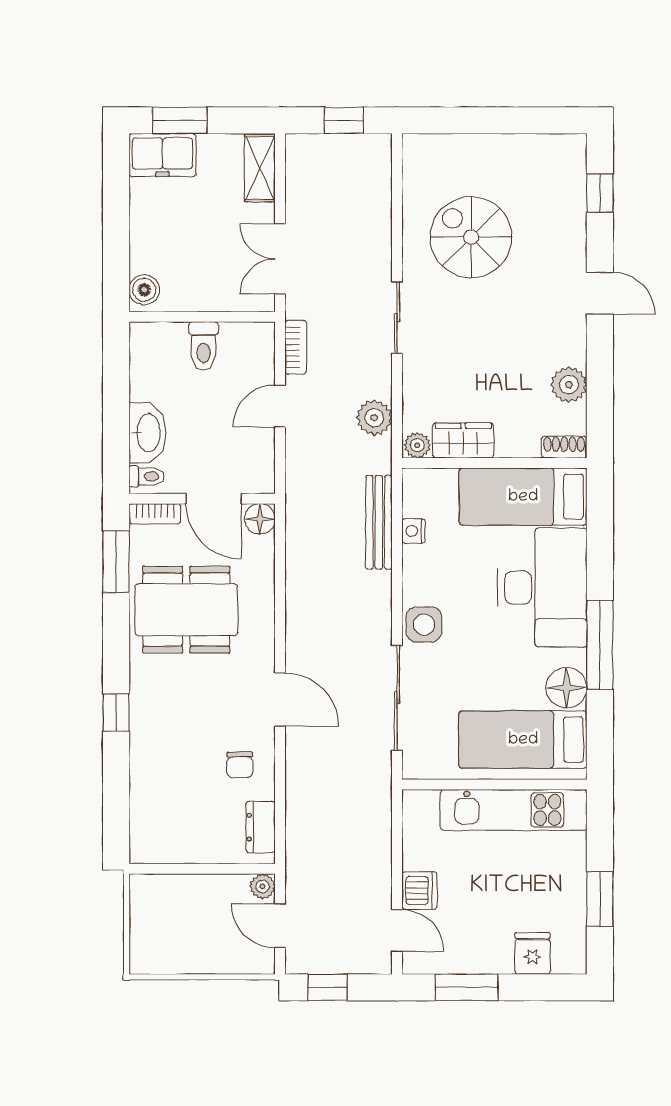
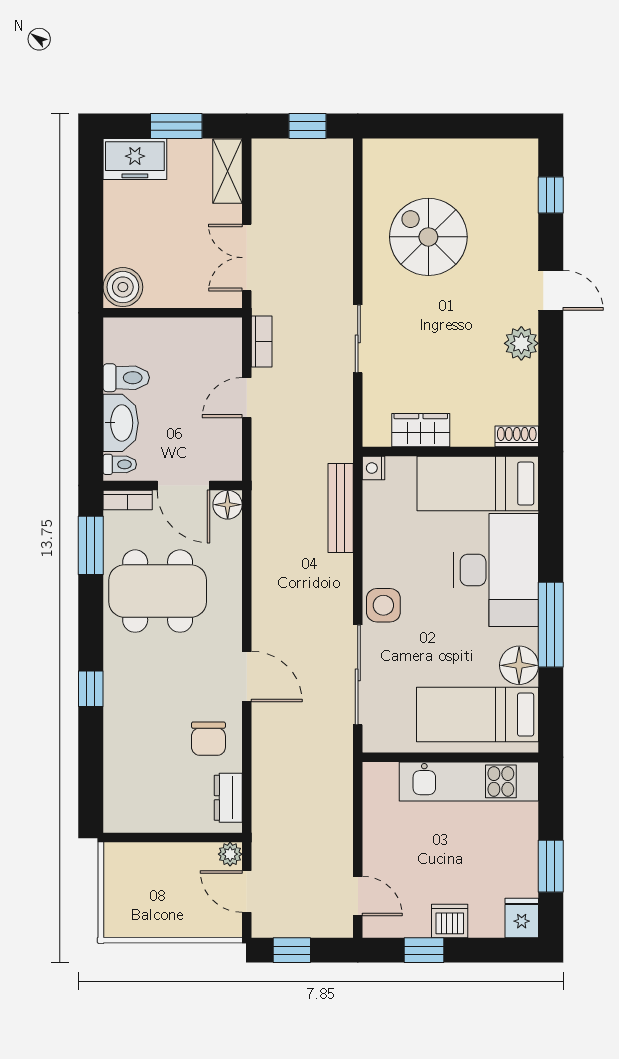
window: (180, 120) -> (176, 126), moved
boiler: (144, 290) -> (123, 287), width x1.36, depth x1.36
sliding door: (397, 318) -> (358, 339), moved
toilet: (204, 346) -> (126, 378), moved, turned -90
plant: (569, 385) -> (521, 343), moved
plant: (374, 418) -> (336, 409), removed
plant: (417, 445) -> (377, 435), removed
nightstand: (413, 531) -> (374, 468), moved
chair: (240, 765) -> (208, 739), width x1.37, depth x1.37
dishwasher: (419, 891) -> (450, 921), moved, turned -90
fridge: (533, 954) -> (522, 918), moved
window: (467, 987) -> (424, 950), width x0.67

